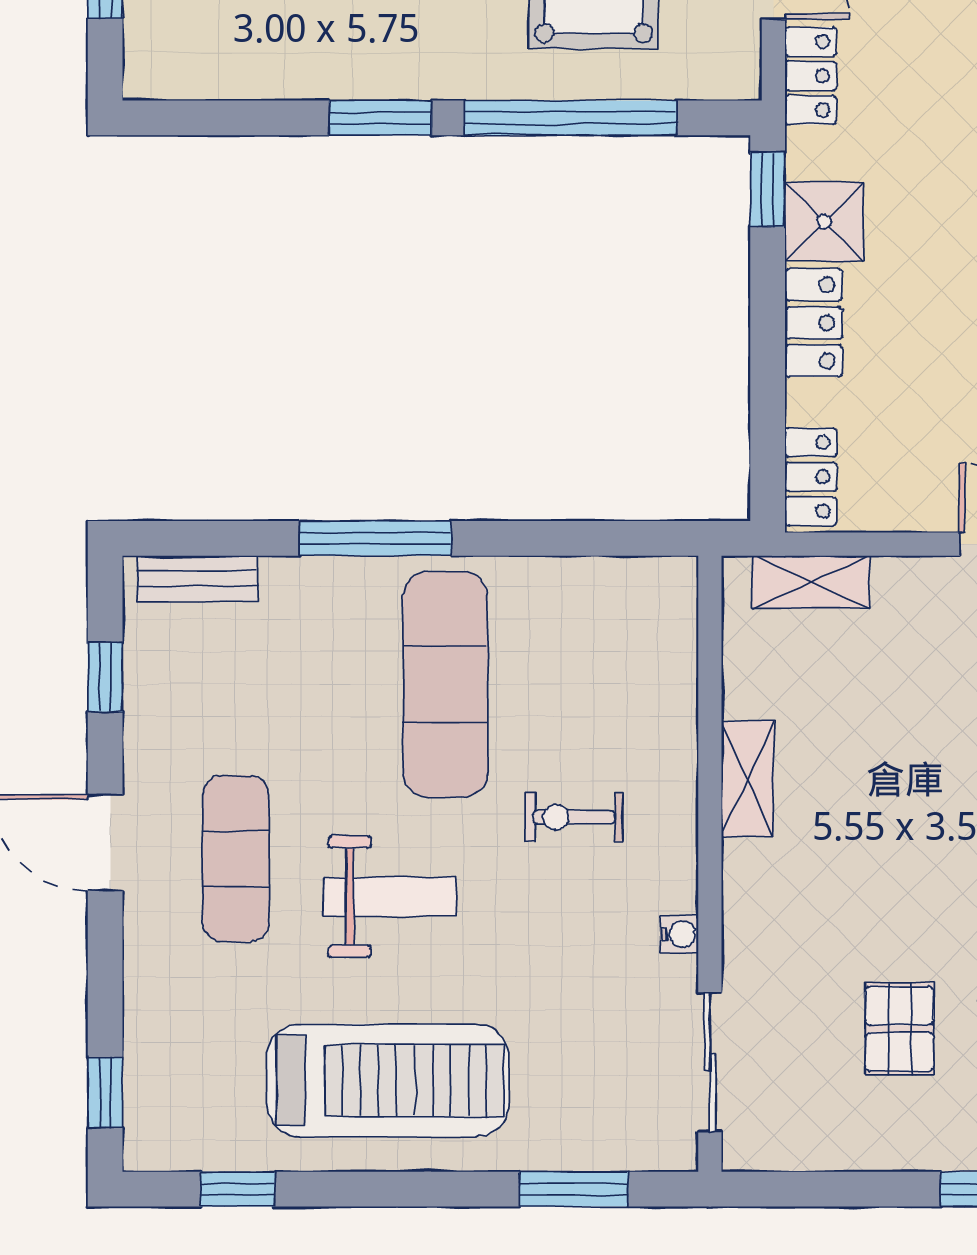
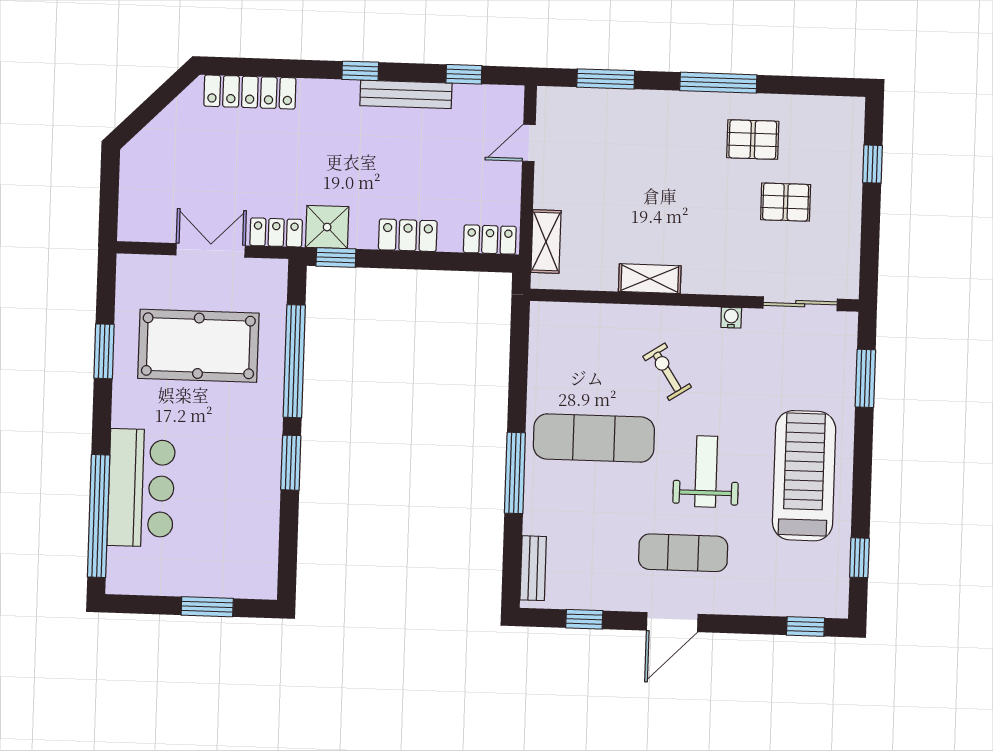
shower: (824, 222) -> (327, 227), moved
exercise bike: (574, 817) -> (667, 372), turned 147

